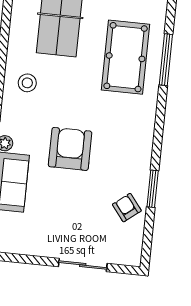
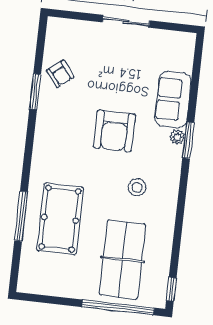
stool: (27, 83) -> (137, 187), moved
sliding door: (83, 265) -> (126, 21), moved

